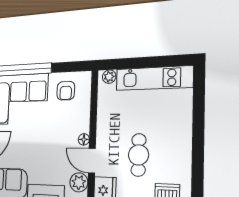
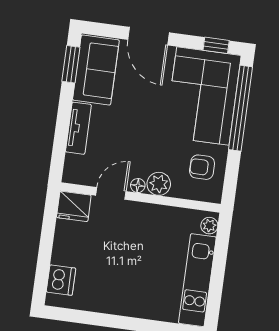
cafe table: (139, 155) -> (111, 252), removed
plant: (79, 182) -> (159, 184), moved

